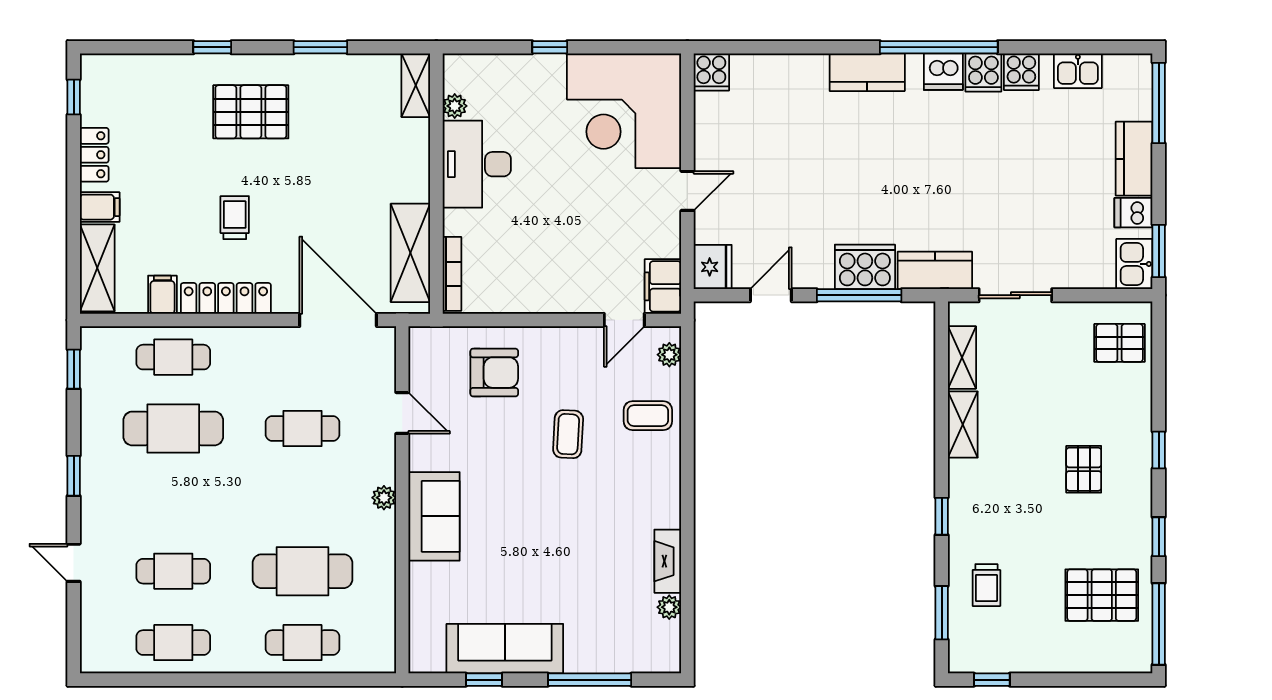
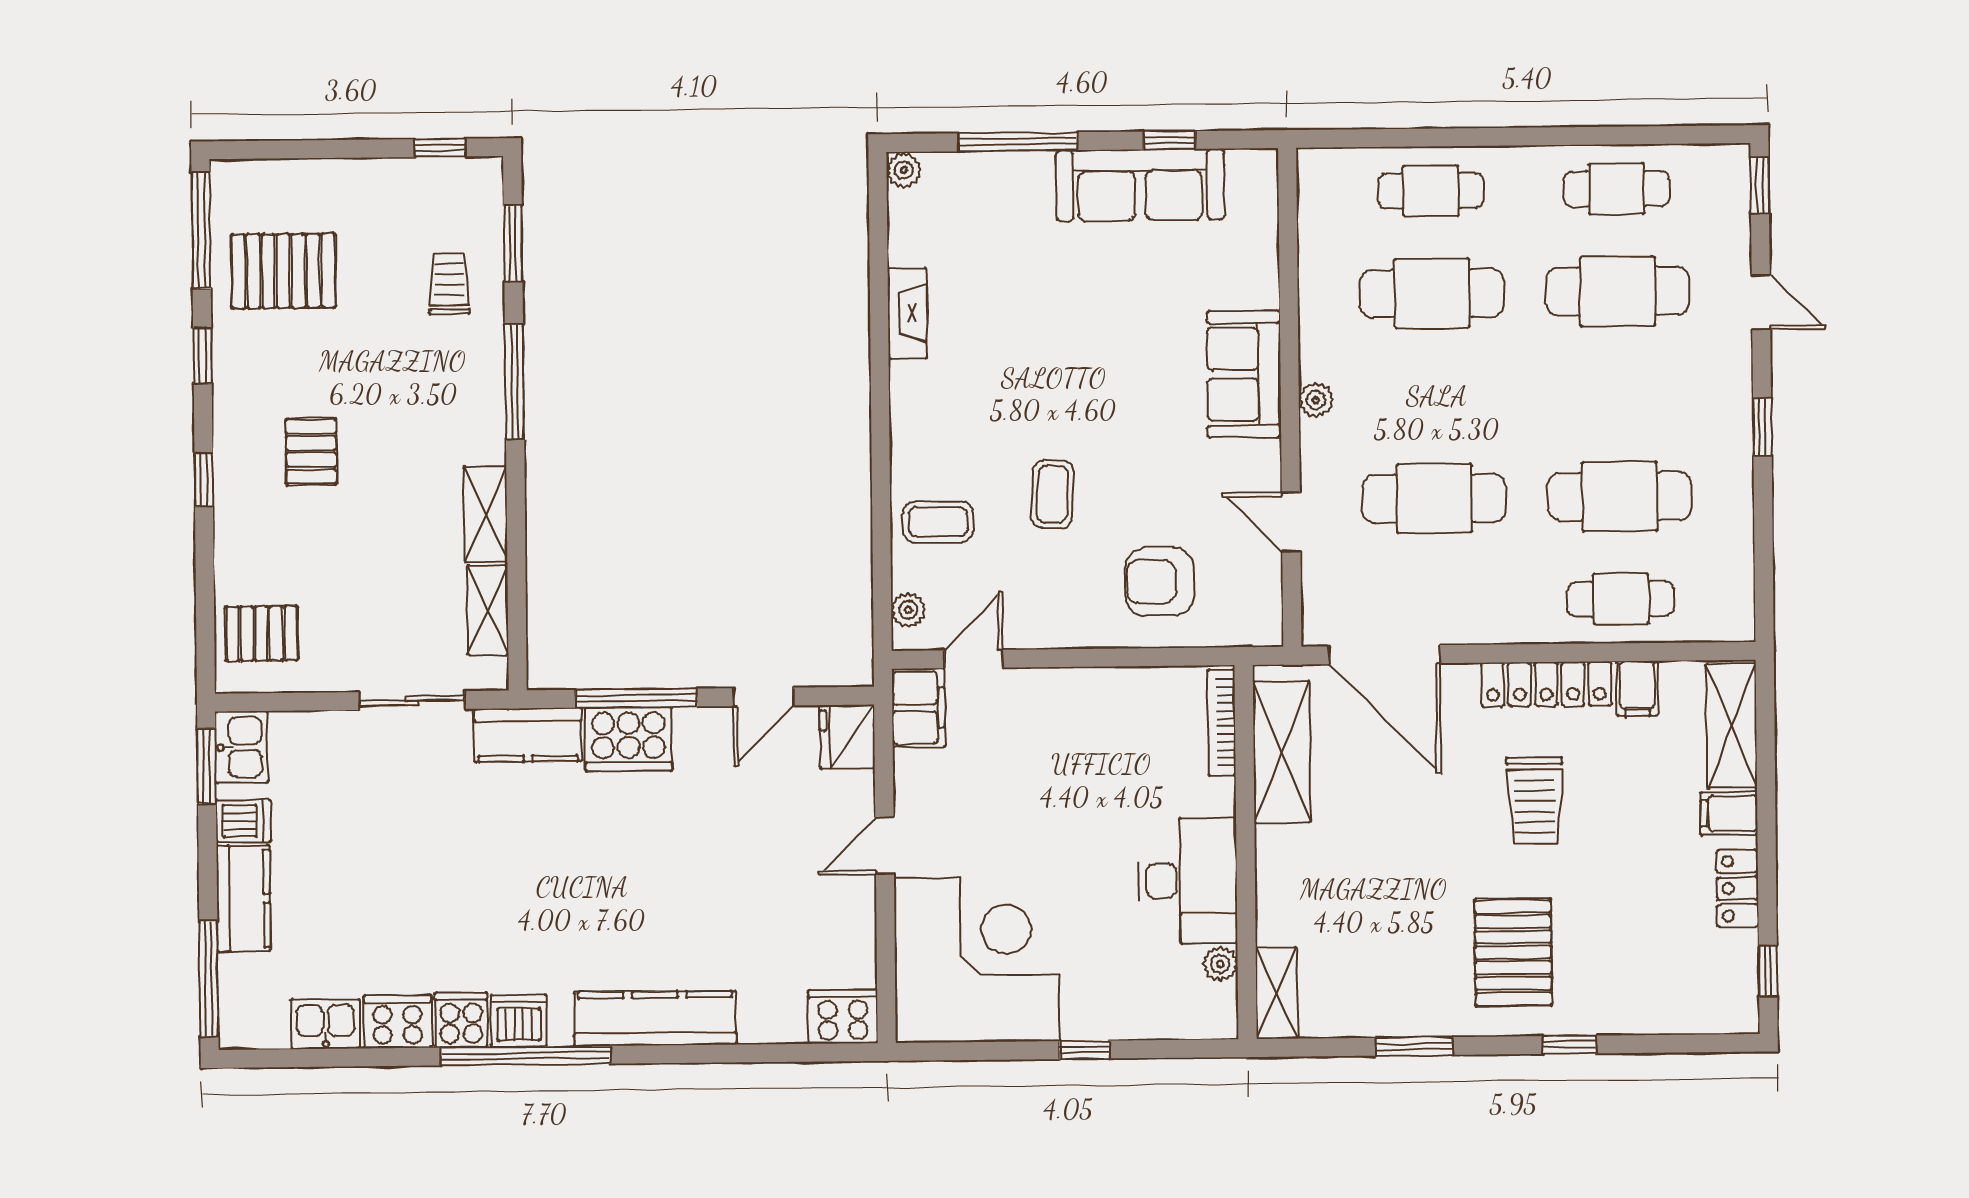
cooker: (711, 72) -> (843, 1017), width x1.36
kitchen counter: (867, 72) -> (655, 1018), width x1.50
cooker: (1021, 72) -> (398, 1022), width x1.36
pallet: (251, 112) -> (1513, 952), turned 90
trolley: (235, 218) -> (1535, 800), width x1.36, depth x1.39
window: (74, 369) -> (1760, 185), moved
cafe table: (303, 428) -> (1434, 498), width x1.37, depth x1.35
window: (942, 516) -> (514, 382), width x2.17
cafe table: (173, 571) -> (1618, 291), width x1.37, depth x1.35
plant: (669, 607) -> (904, 170), moved

